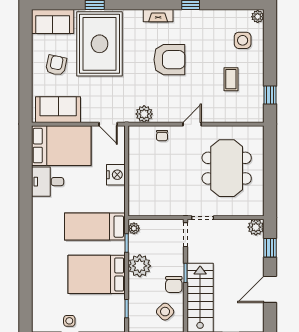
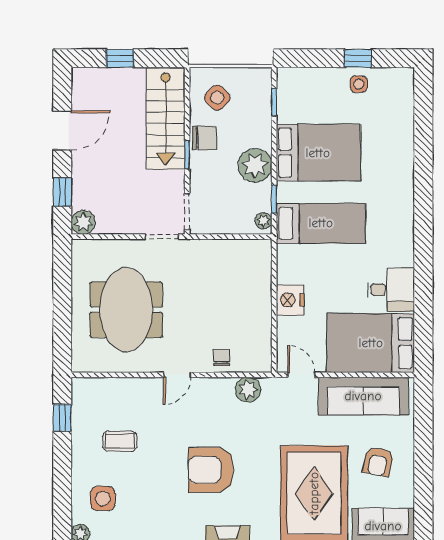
coffee table: (231, 79) -> (120, 441), turned 90
sofa: (58, 110) -> (363, 396), width x1.36
chair: (174, 284) -> (204, 138), turned 90

